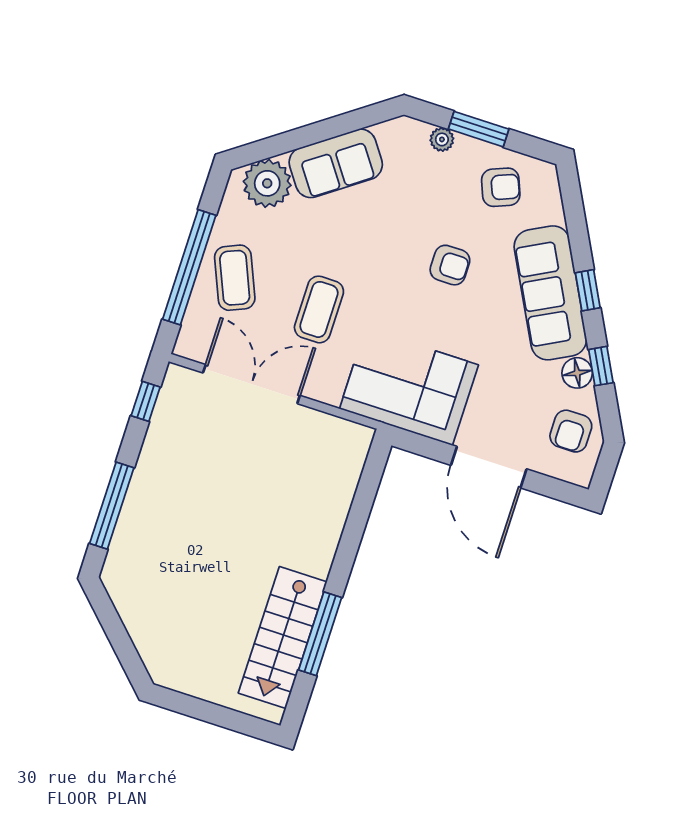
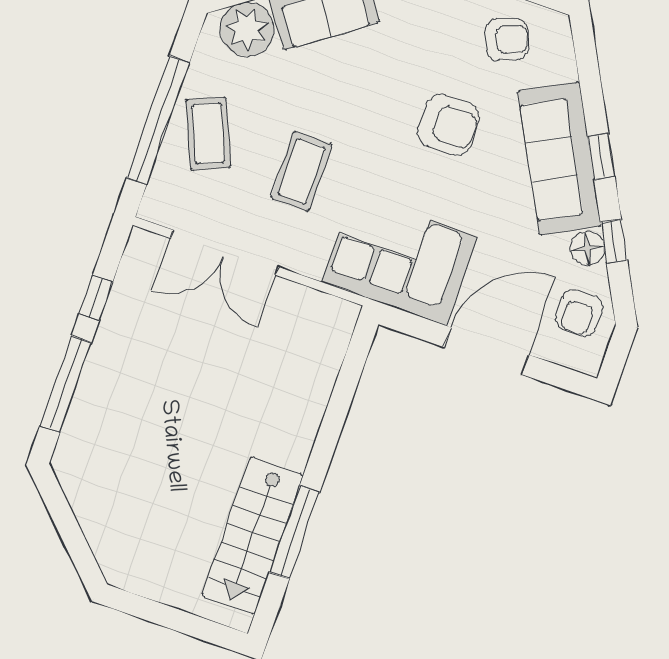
armchair: (450, 265) -> (448, 125), width x1.38, depth x1.38
double door: (251, 384) -> (224, 253), swing flipped
window: (146, 401) -> (96, 298), moved
door: (489, 467) -> (487, 351), swing flipped

